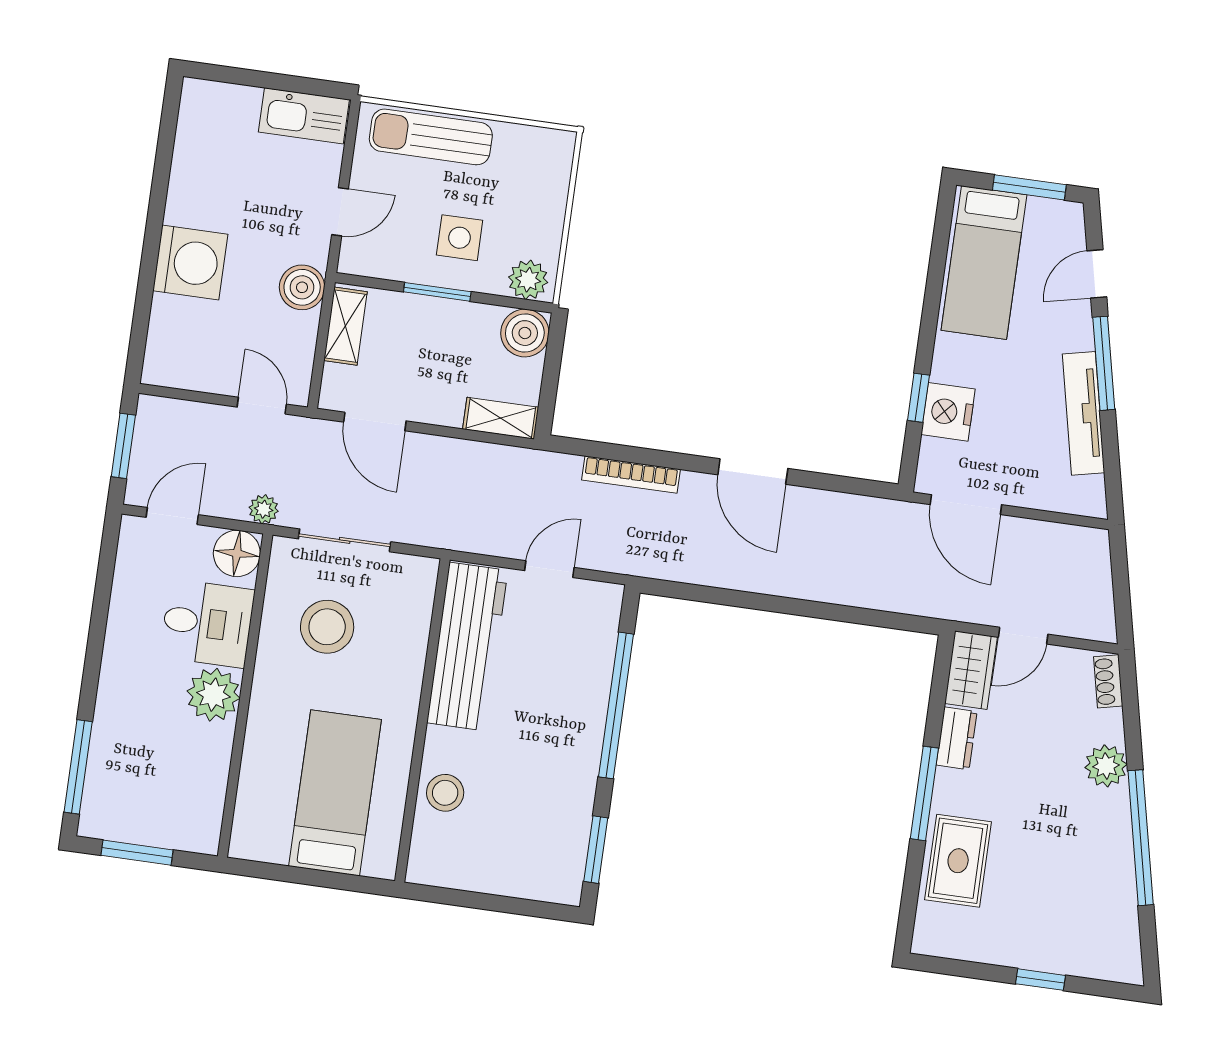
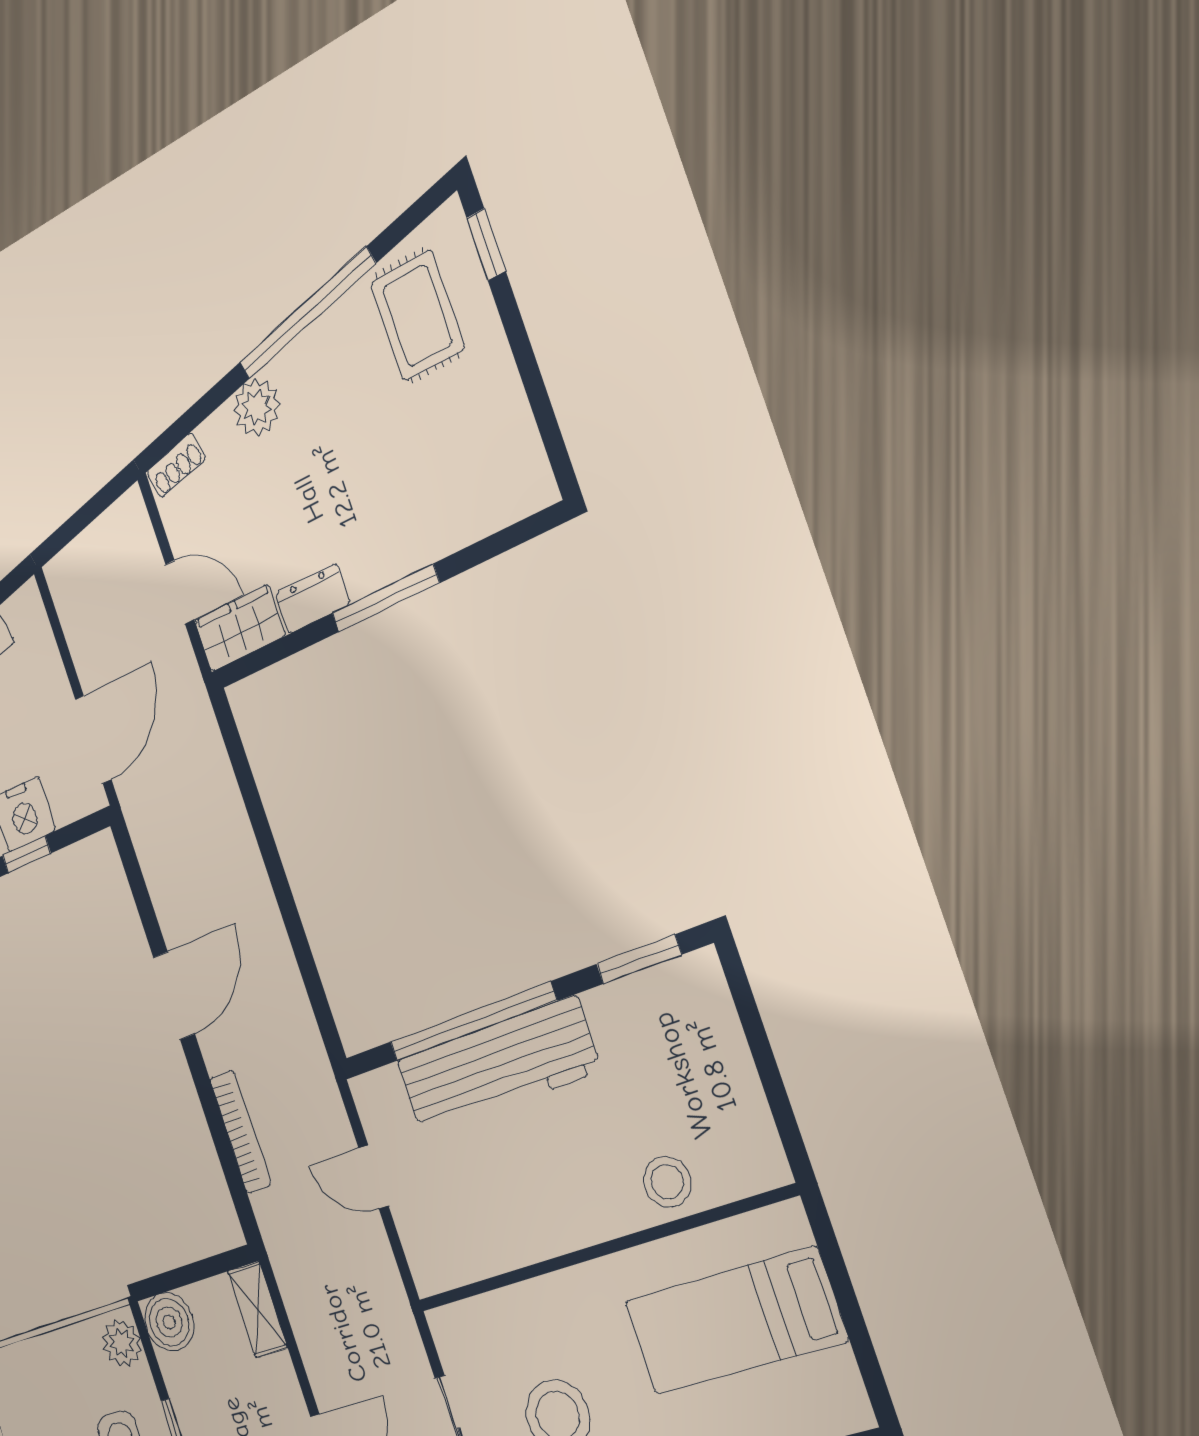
workbench: (467, 647) -> (498, 1066), moved, turned 180
rug: (958, 861) -> (417, 316), moved, turned 90
window: (1040, 980) -> (486, 244), moved

